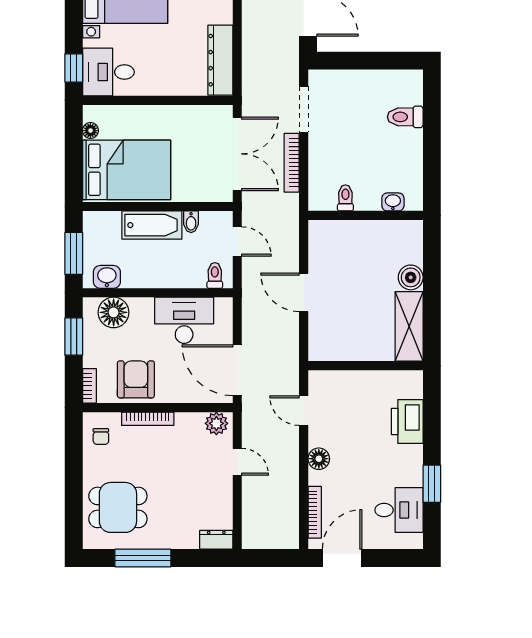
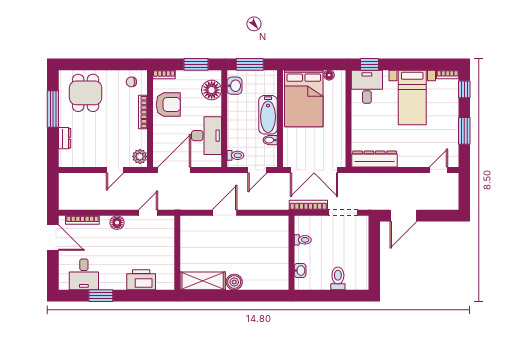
toilet: (345, 198) -> (303, 240), moved
washbasin: (393, 202) -> (300, 270), moved
wall: (366, 215) -> (291, 253), moved
dresser: (216, 540) -> (65, 138), moved

